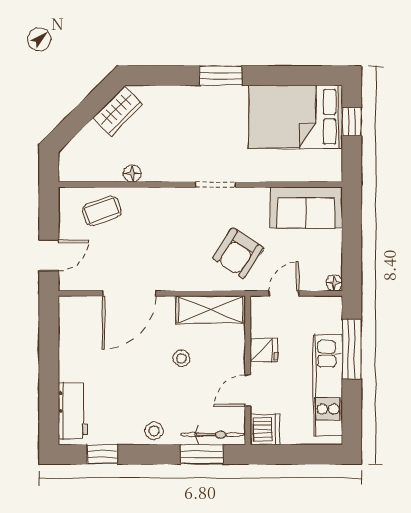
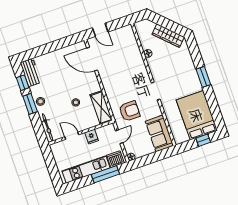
wardrobe: (118, 111) -> (168, 36), width x1.50
coffee table: (102, 211) -> (127, 46), removed
armchair: (238, 253) -> (130, 111), turned 147
door: (129, 293) -> (92, 59), moved
door: (284, 293) -> (119, 137), hinge flipped
workbench: (73, 411) -> (31, 72), moved, turned -90
dishwasher: (265, 429) -> (115, 159), moved, turned 180
window: (202, 454) -> (30, 104), moved

